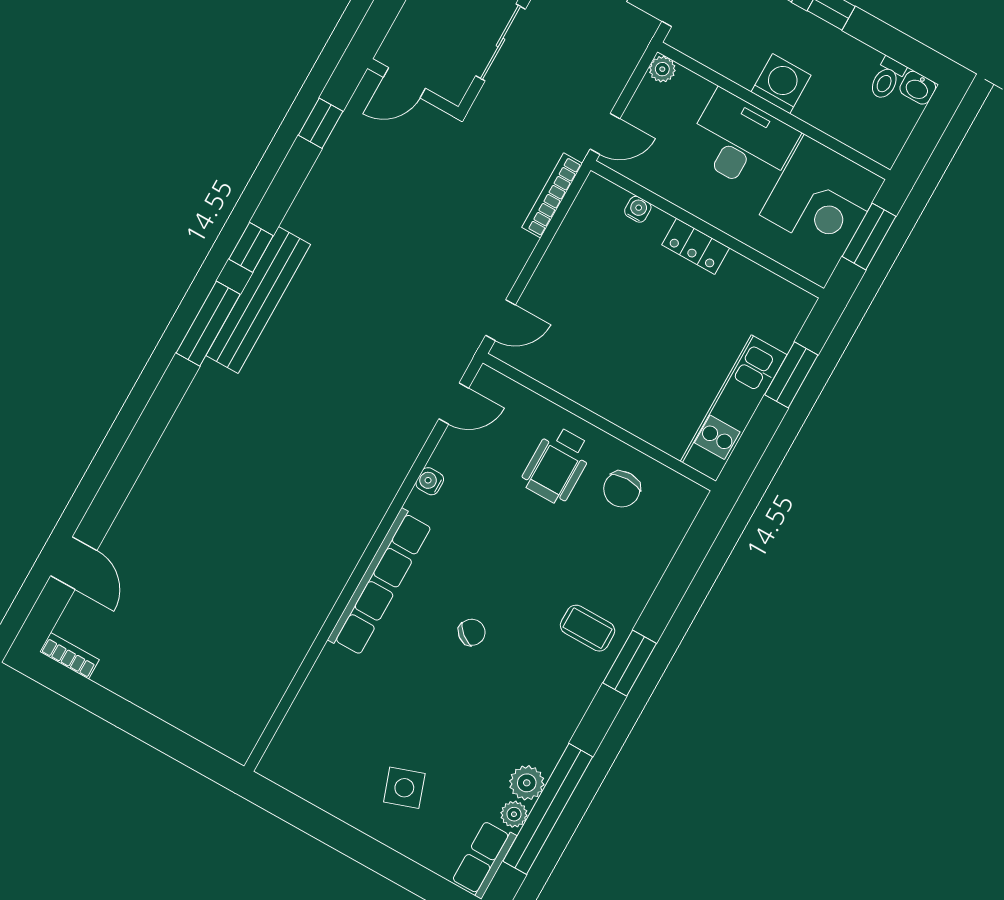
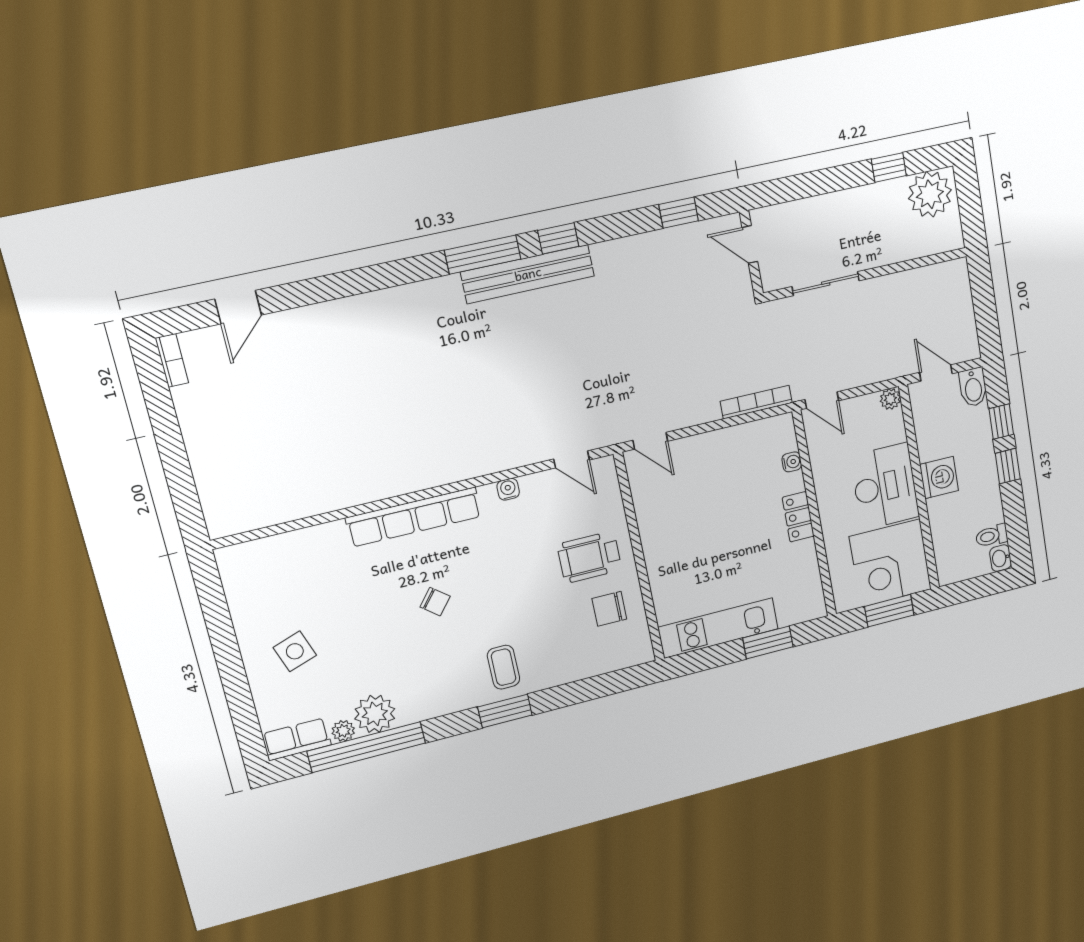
plant: (527, 783) -> (375, 714), width x1.36, depth x1.36

